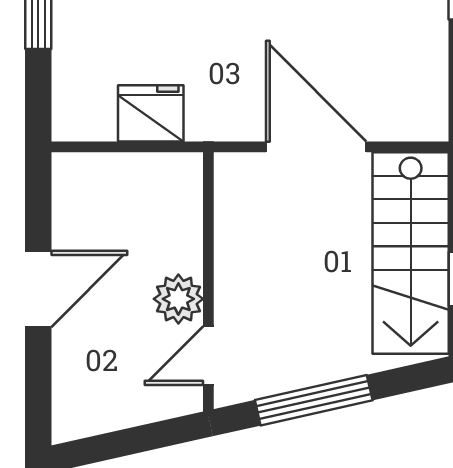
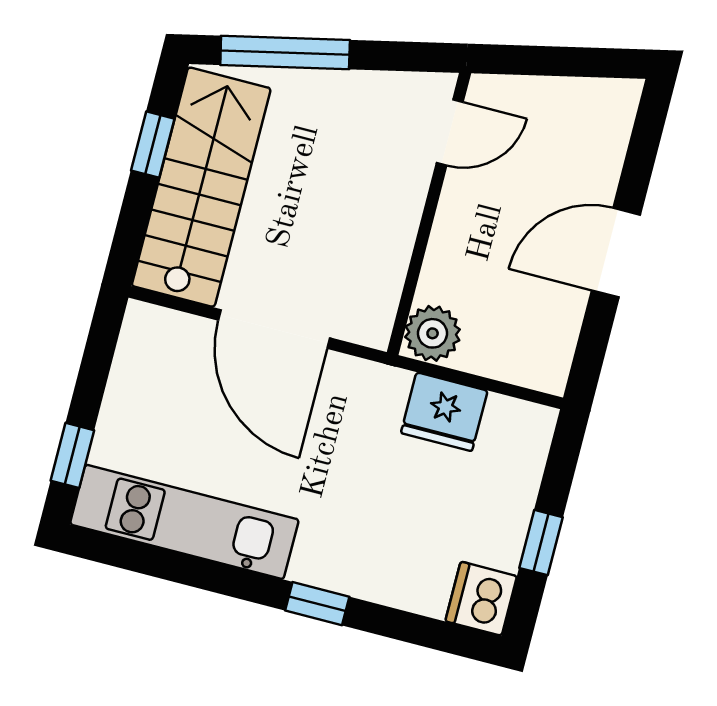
plant: (178, 299) -> (433, 333), moved
window: (314, 400) -> (285, 52), moved

